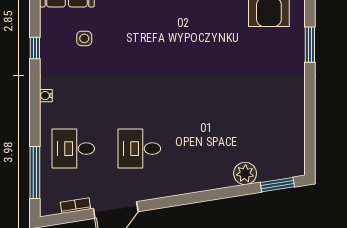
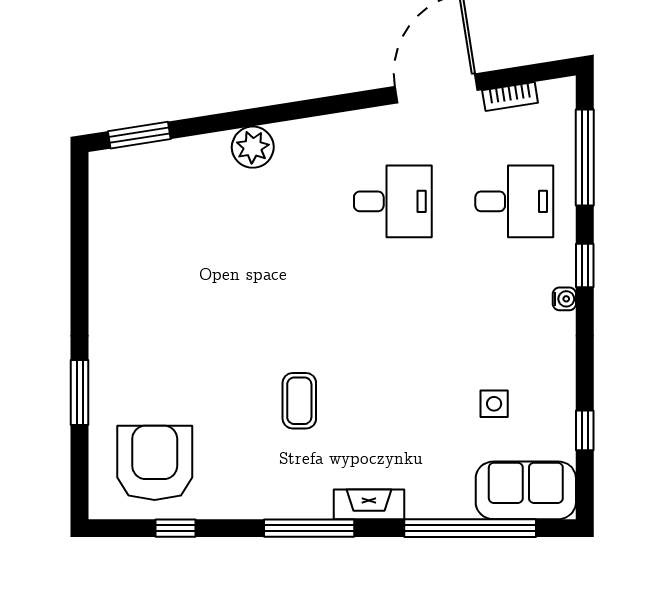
coffee table: (190, 40) -> (299, 401), added
window: (35, 48) -> (585, 430), moved
window: (35, 114) -> (585, 265), added
plant: (245, 173) -> (253, 147), moved

